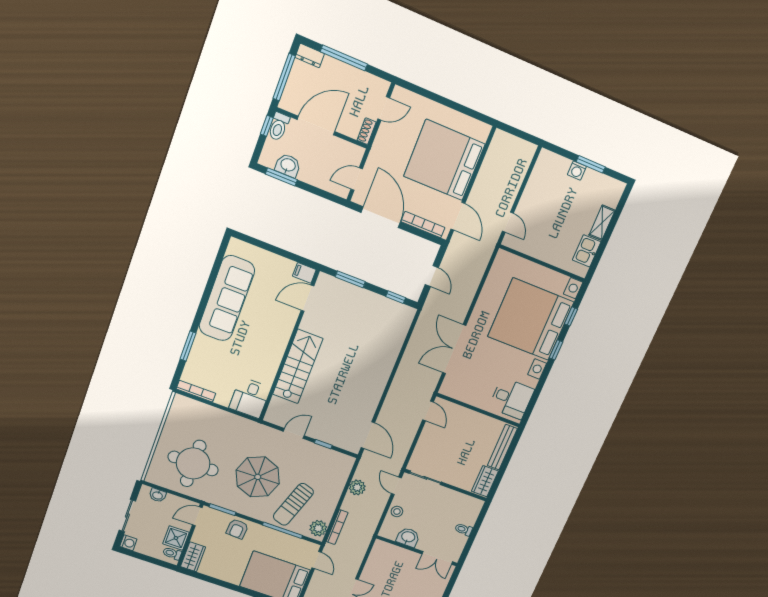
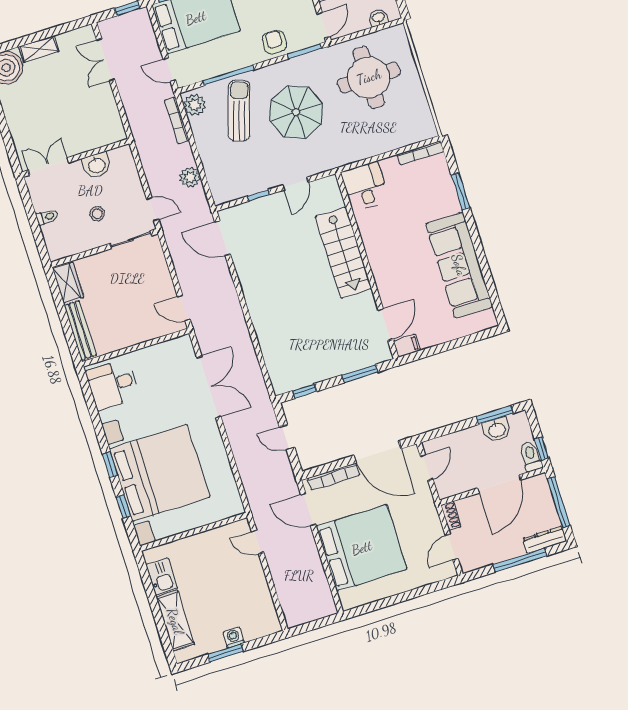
dresser: (310, 56) -> (545, 540), width x1.44
shelving: (602, 223) -> (175, 621), width x1.50, depth x1.33
stool: (397, 512) -> (97, 214), moved

